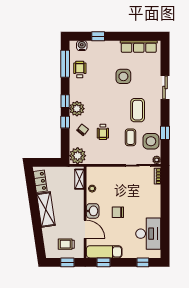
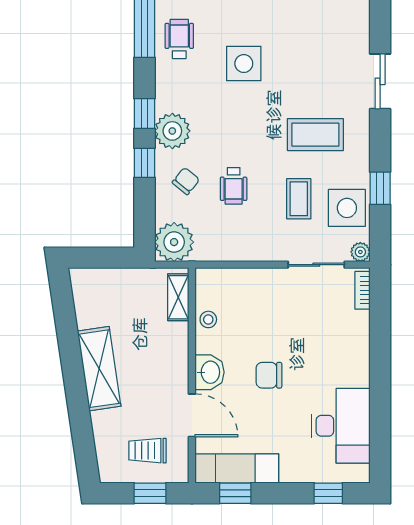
side table: (123, 76) -> (244, 64), moved
coffee table: (138, 110) -> (315, 135), turned 90
locker: (40, 181) -> (86, 302), removed

